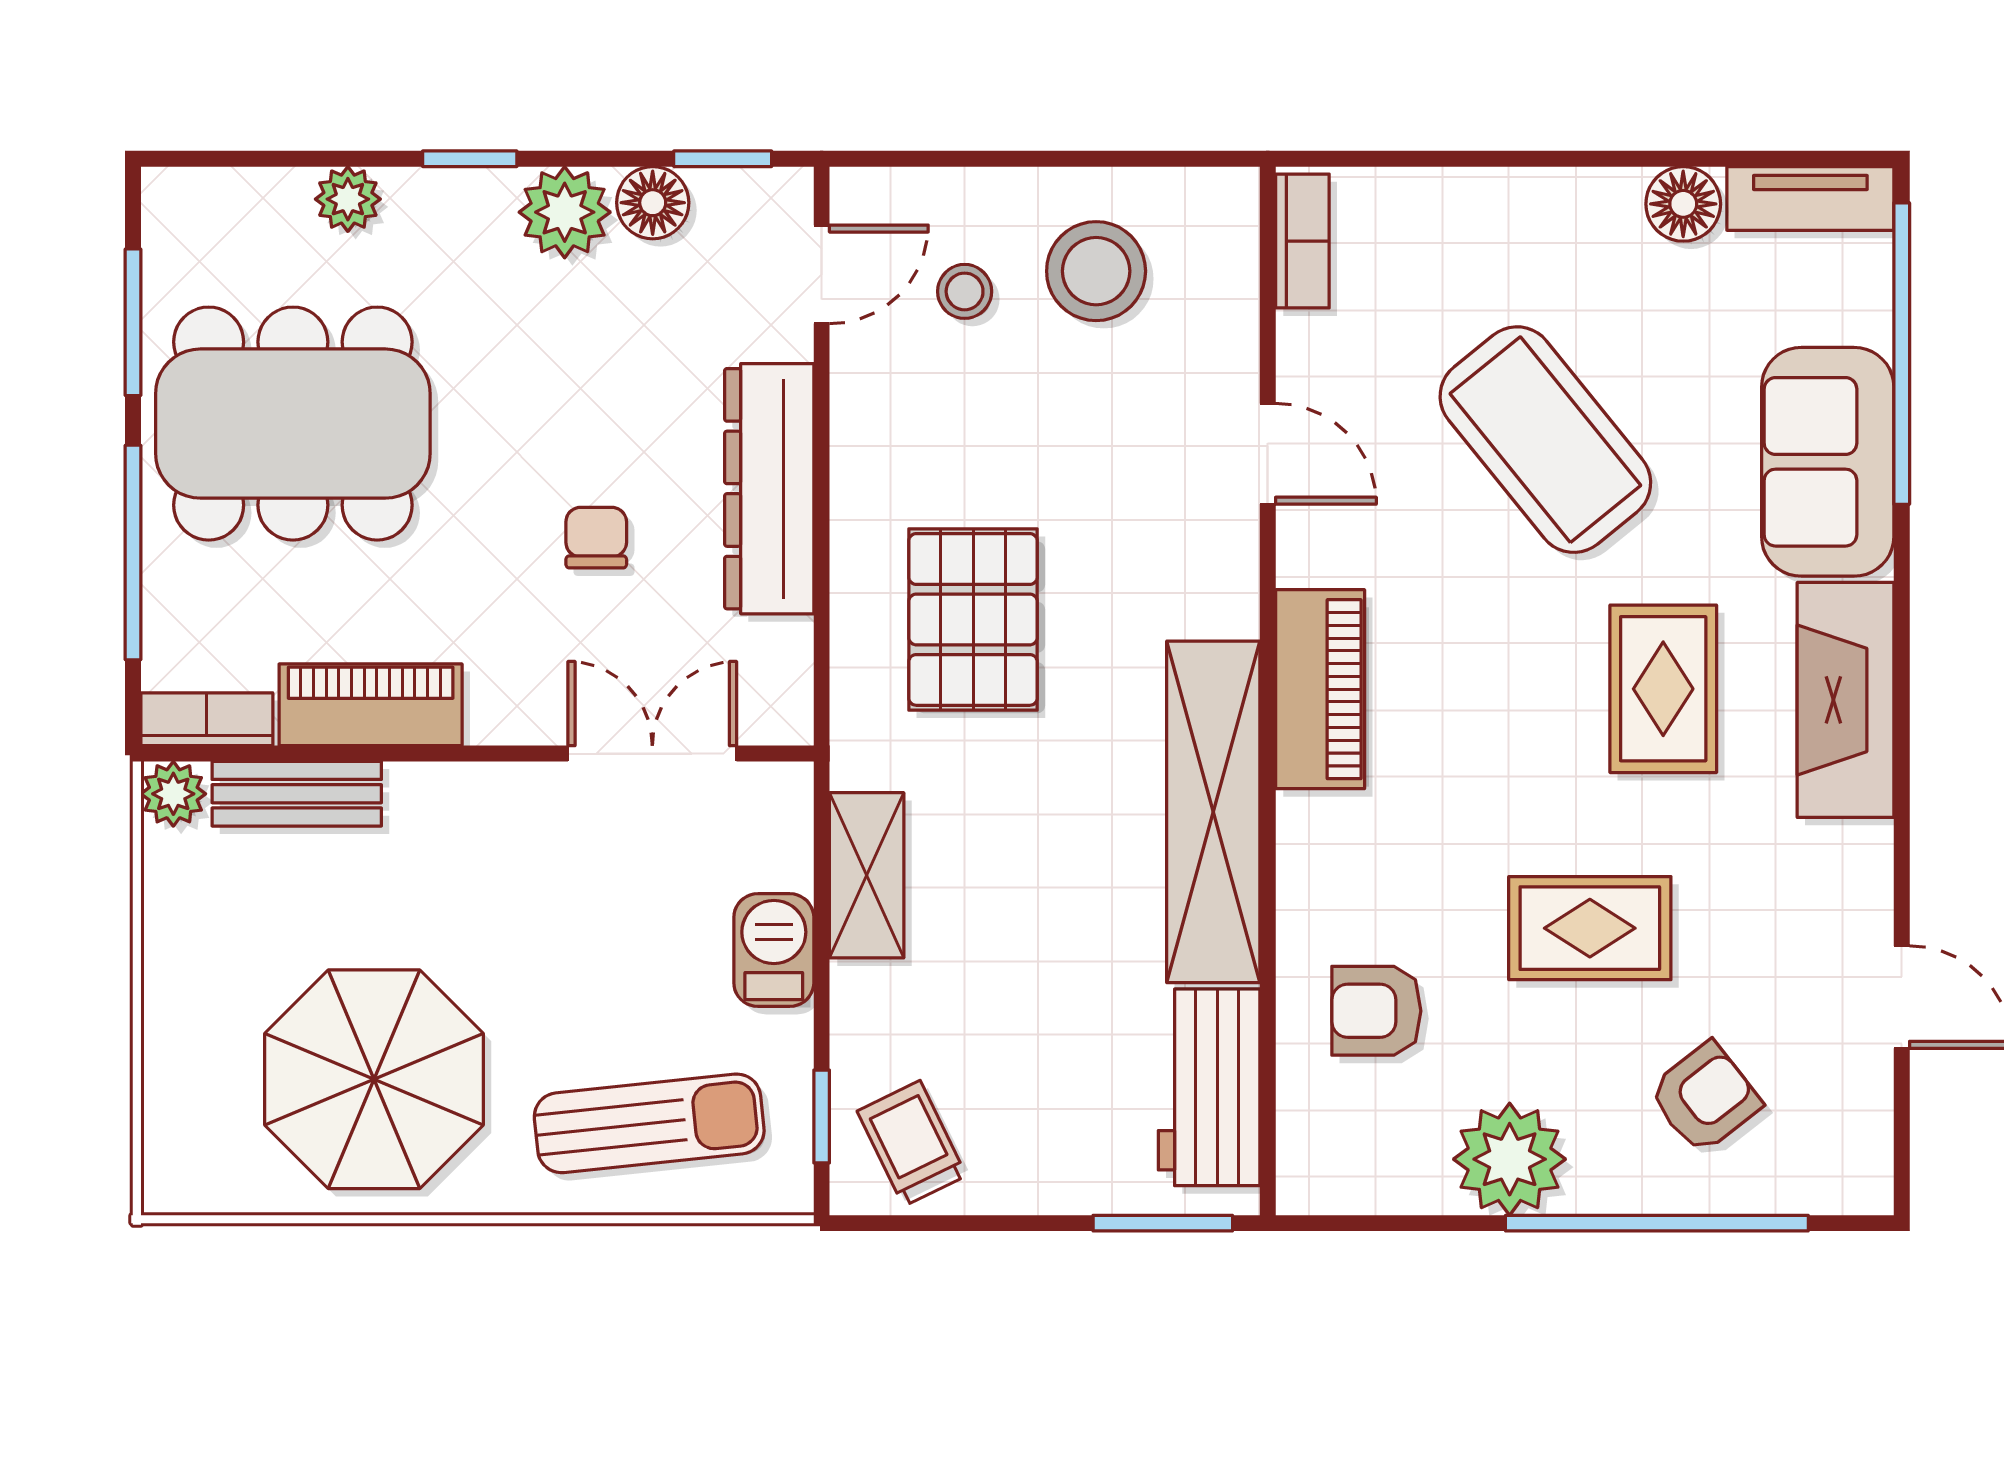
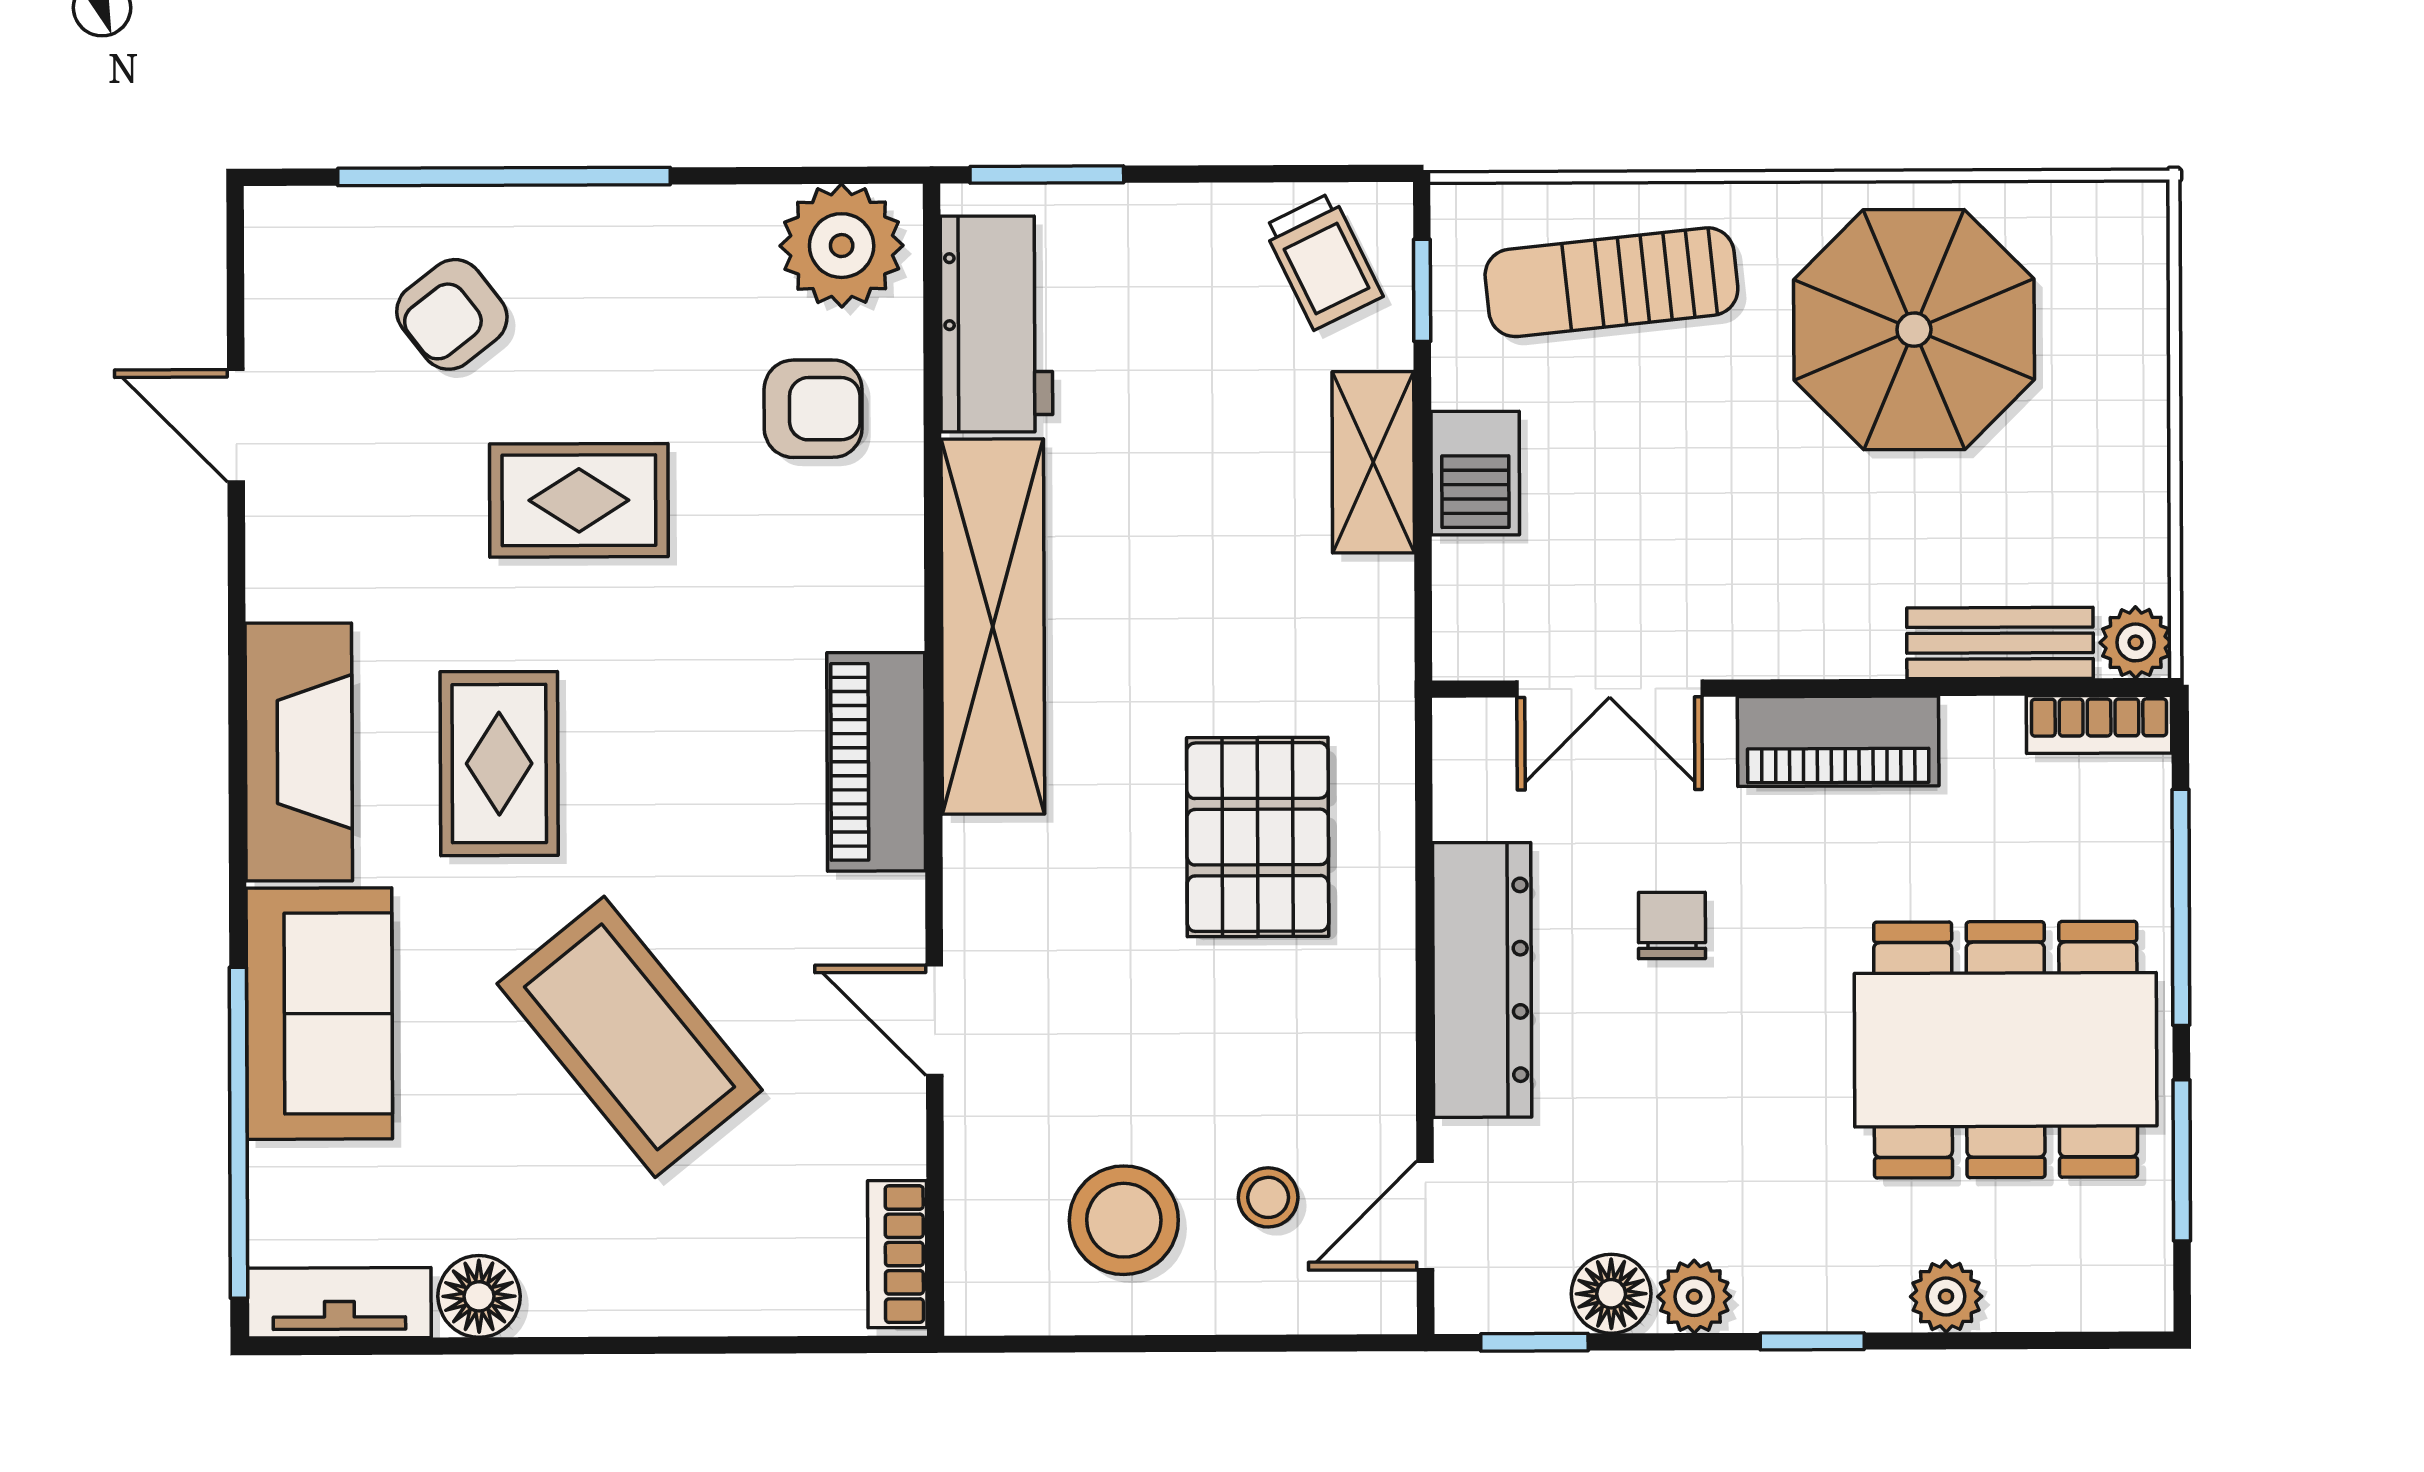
plant: (565, 212) -> (1694, 1297), width x0.73, depth x0.73
chair: (596, 538) -> (1672, 926), turned 180
piano: (371, 705) -> (1838, 741), moved
shelving: (867, 875) -> (1373, 462), moved
plant: (1510, 1159) -> (842, 246), moved

